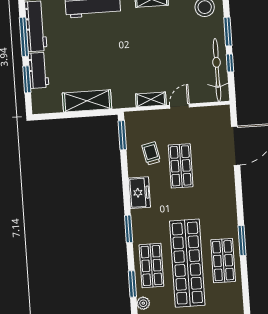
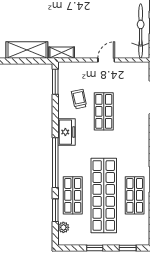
shelving: (151, 99) -> (62, 53), moved
window: (129, 229) -> (55, 163), width x2.11

